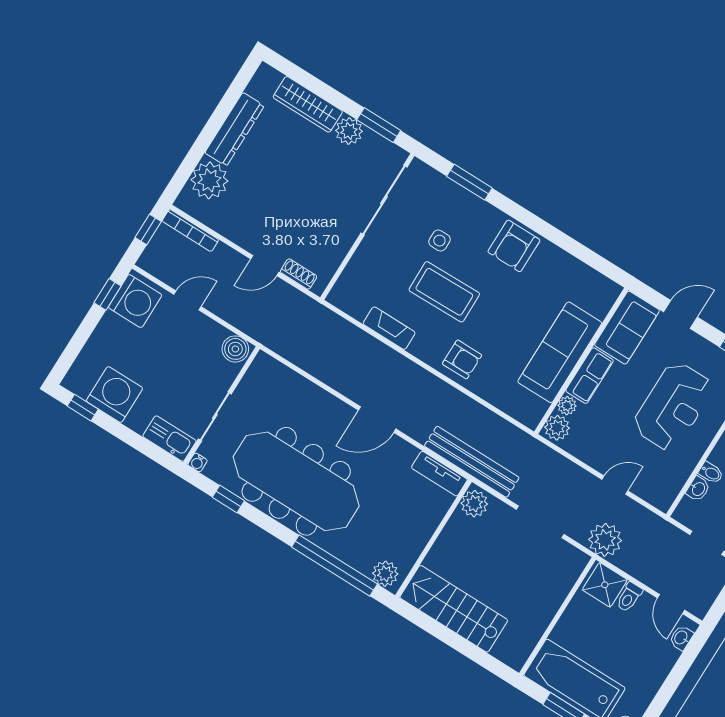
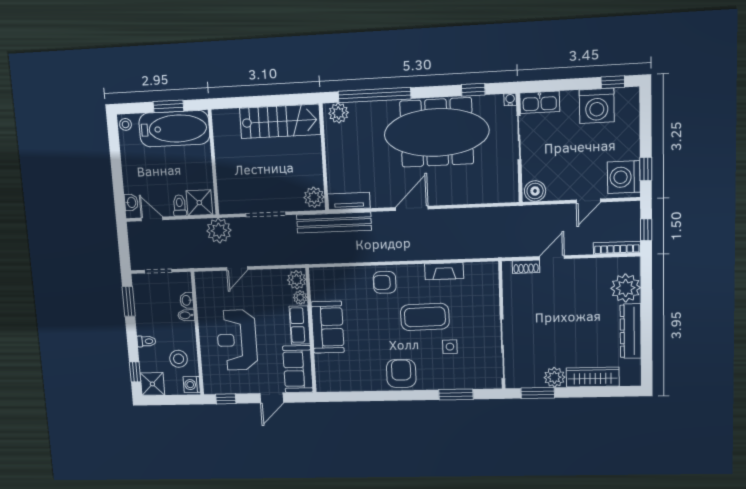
sofa: (560, 352) -> (328, 327), width x0.73

